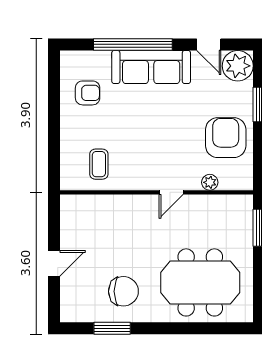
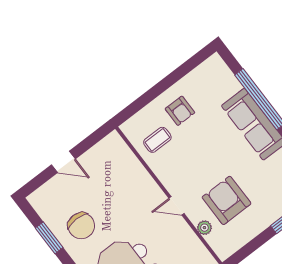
armchair: (88, 93) -> (180, 111), moved
armchair: (226, 138) -> (227, 200), moved, turned -90

